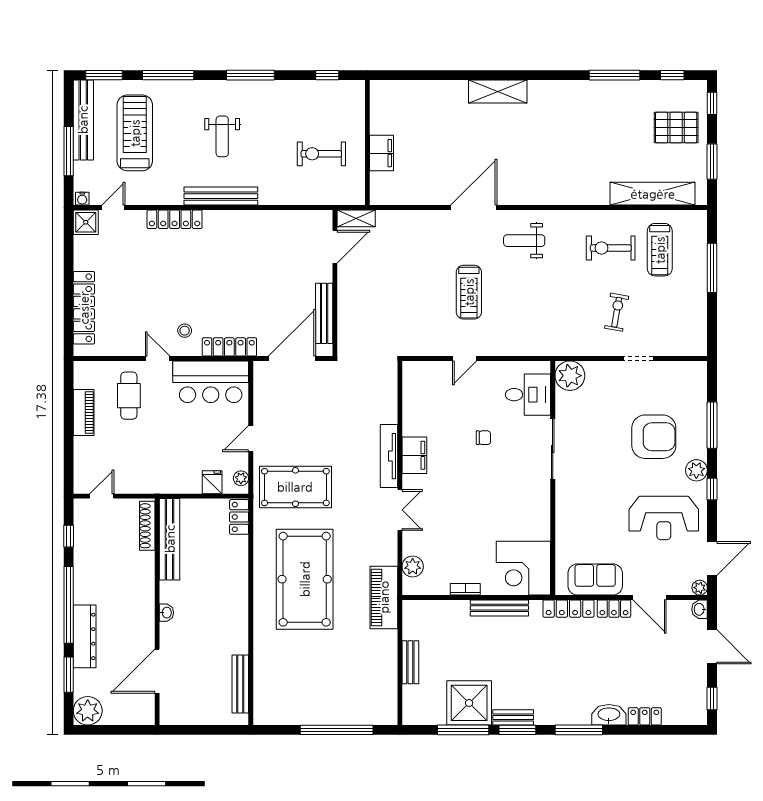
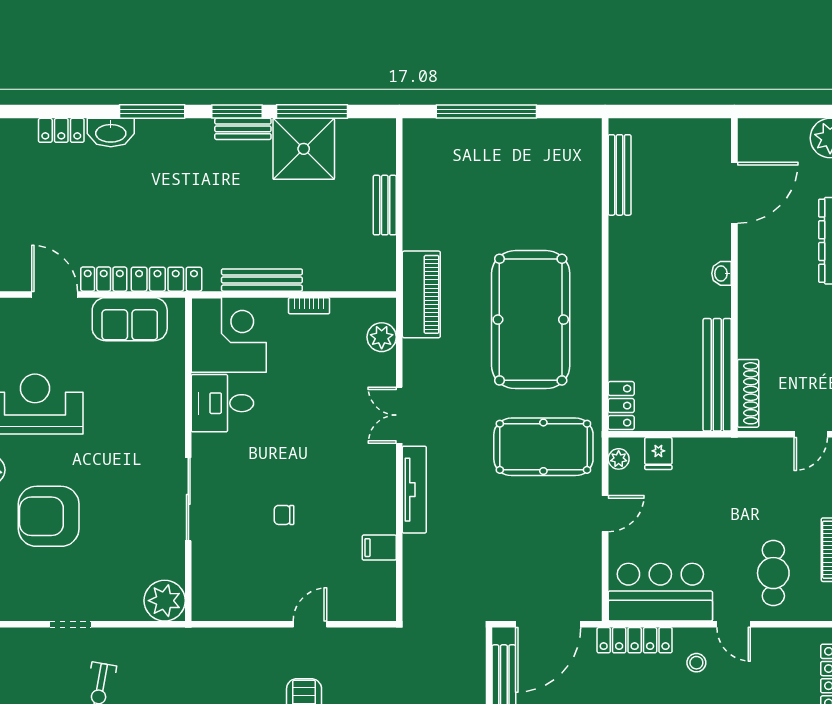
desk: (528, 395) -> (222, 403), moved
filing cabinet: (414, 455) -> (379, 548), moved, width x0.50

